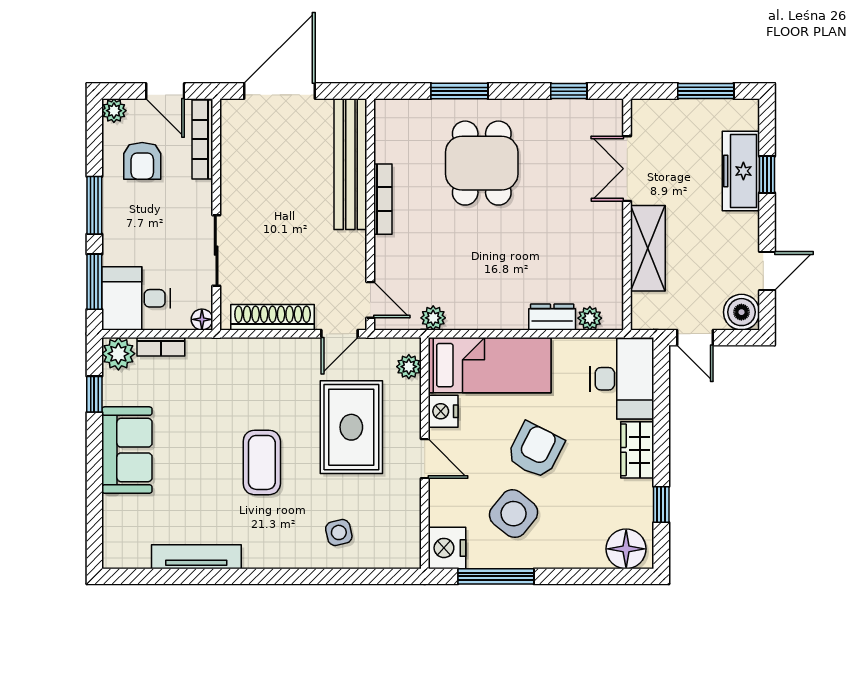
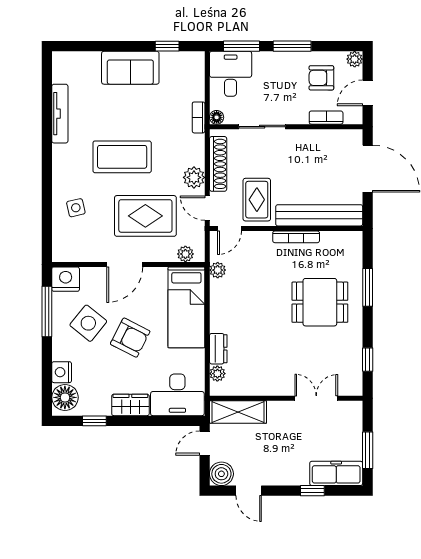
bookcase: (202, 139) -> (326, 118), width x0.64
freezer: (741, 171) -> (336, 473), moved
shelving: (648, 248) -> (238, 412), moved
rug: (327, 259) -> (257, 200), added
bookcase: (161, 347) -> (199, 117), moved
plant: (118, 354) -> (194, 177), moved
nightstand: (443, 411) -> (62, 372), moved, turned -90
door: (425, 459) -> (125, 264), width x1.38
coffee table: (262, 462) -> (122, 157), width x1.36, depth x1.32

